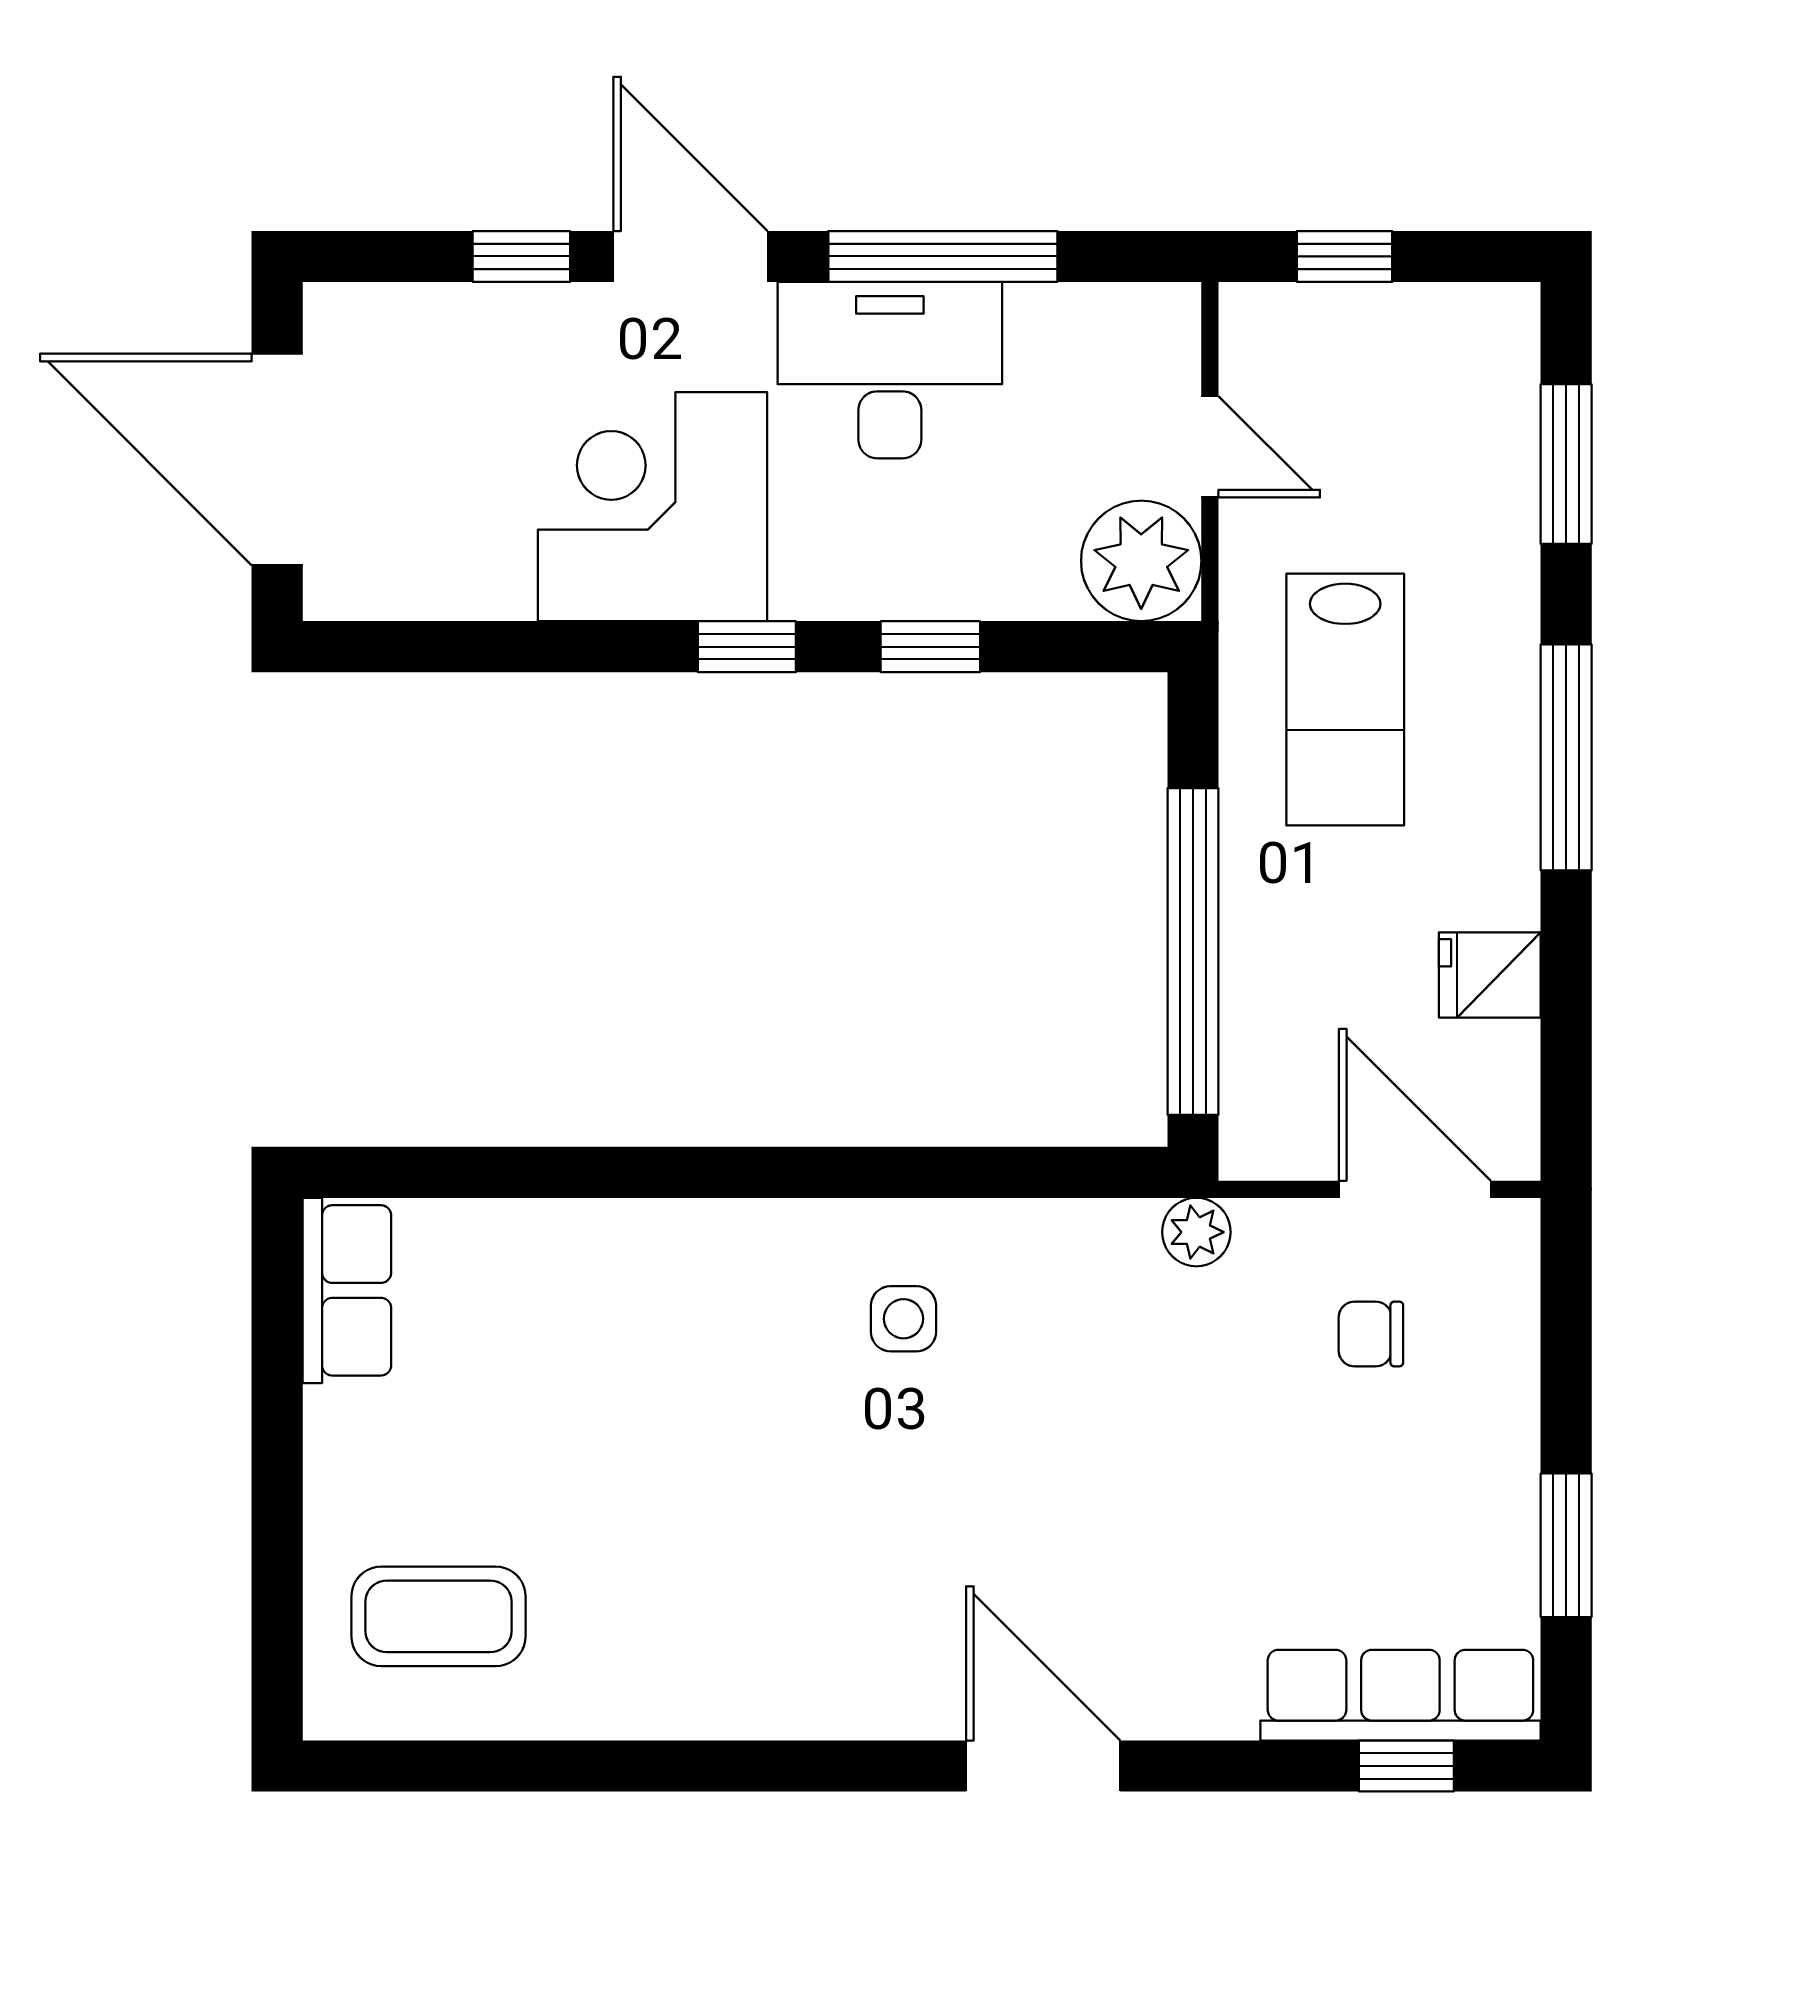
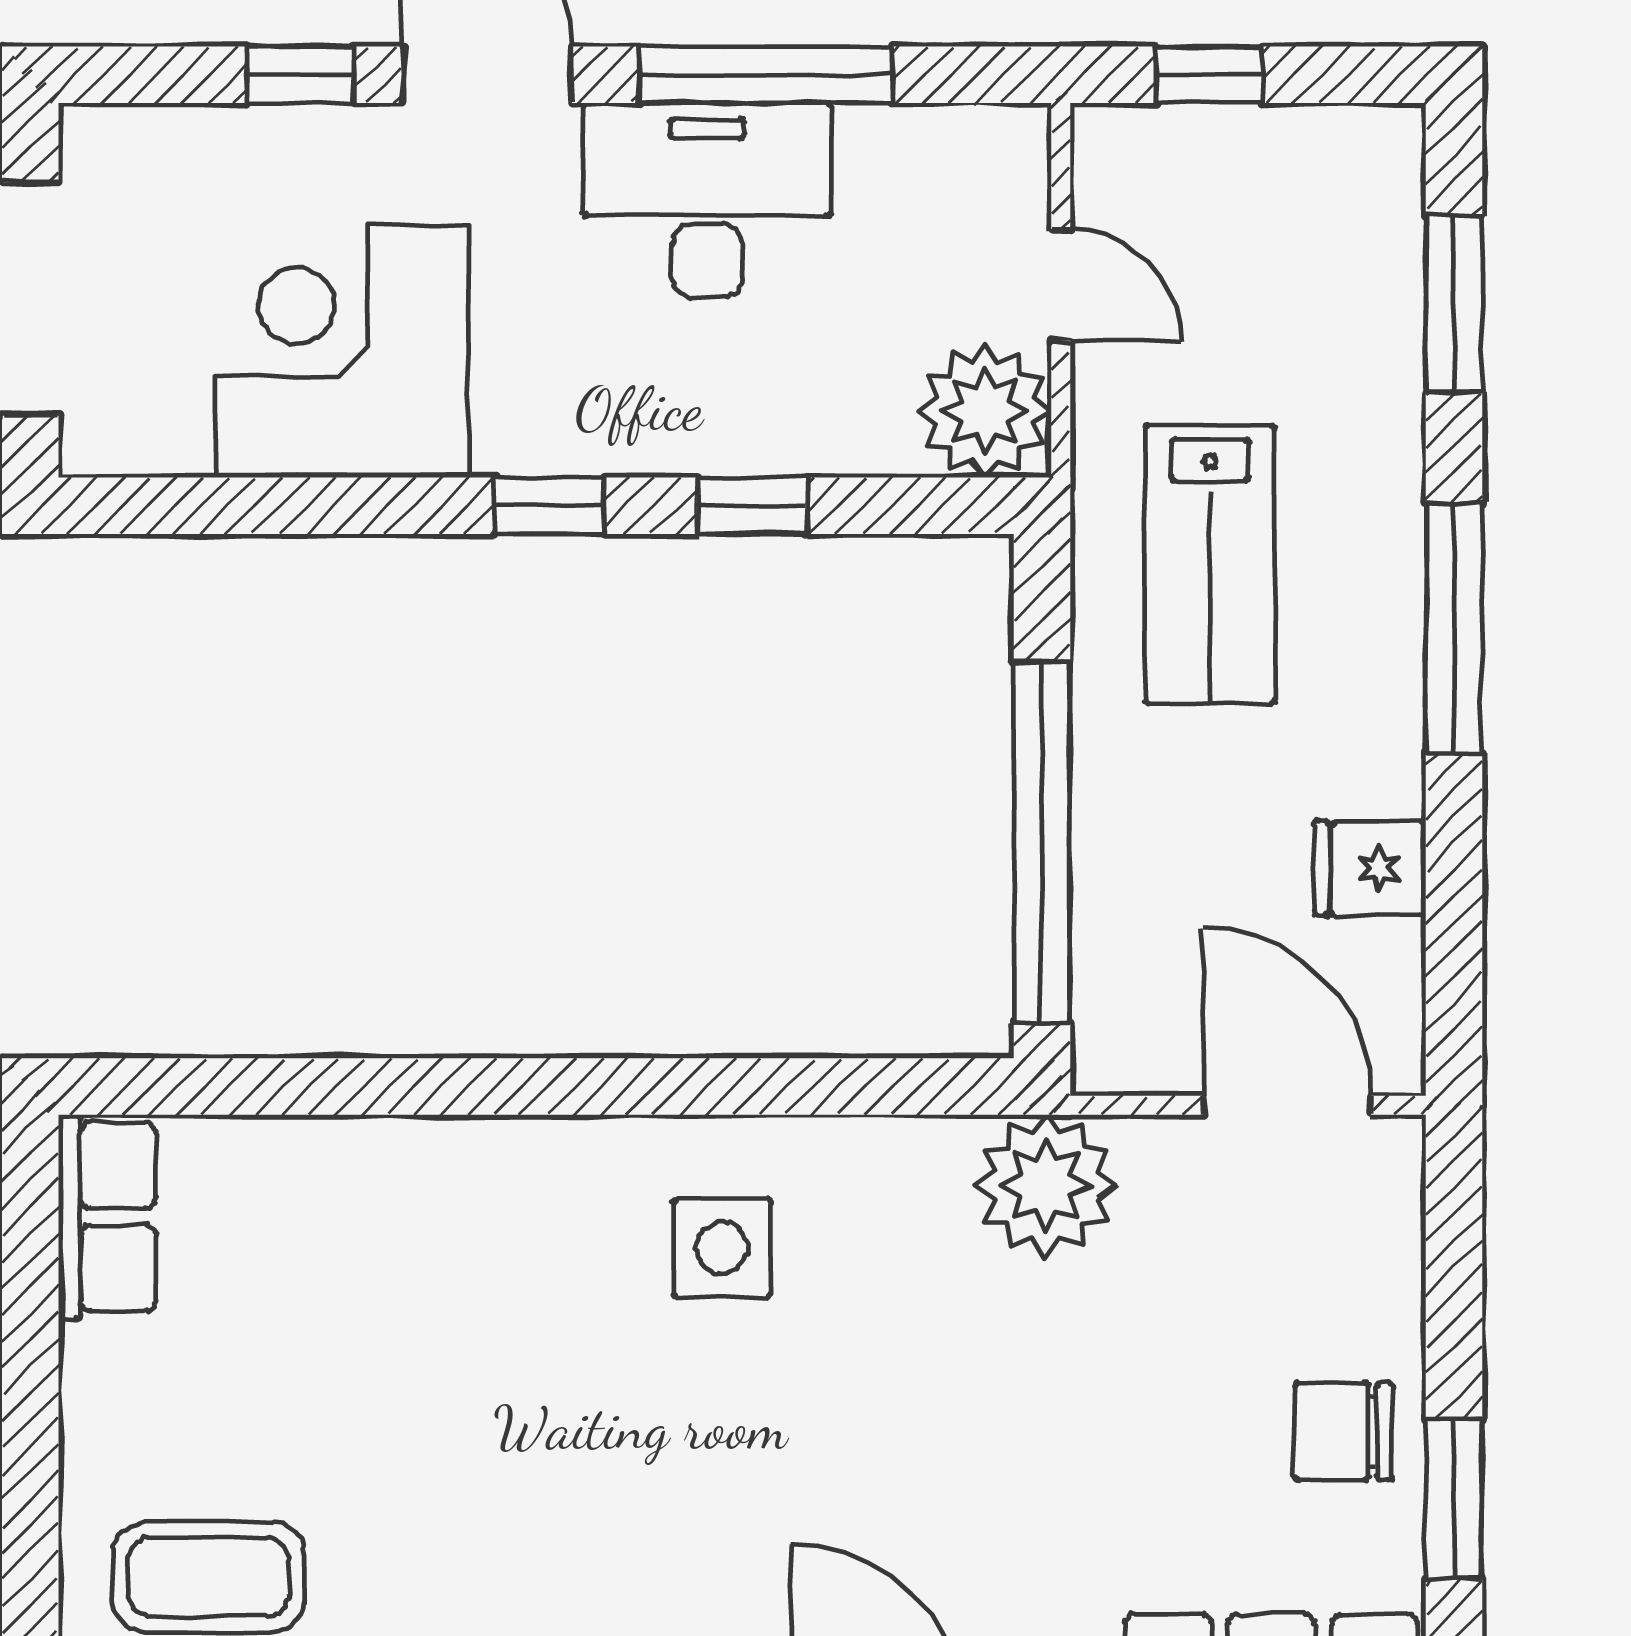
corner desk: (653, 507) -> (342, 351), moved
plant: (1196, 1232) -> (1046, 1185), width x1.87, depth x1.87
side table: (904, 1319) -> (722, 1248), width x1.37, depth x1.37
chair: (1371, 1334) -> (1344, 1432), moved, width x1.37, depth x1.37

